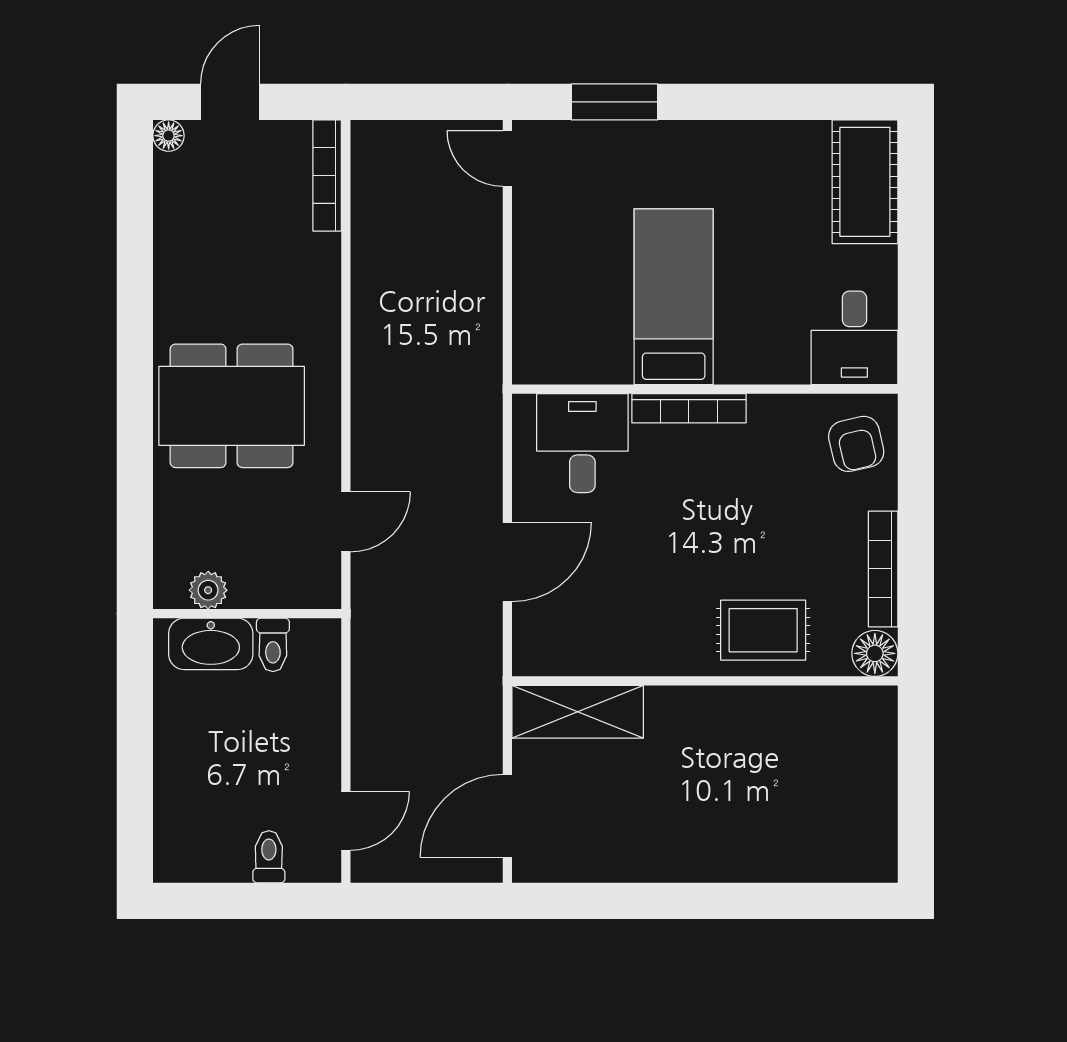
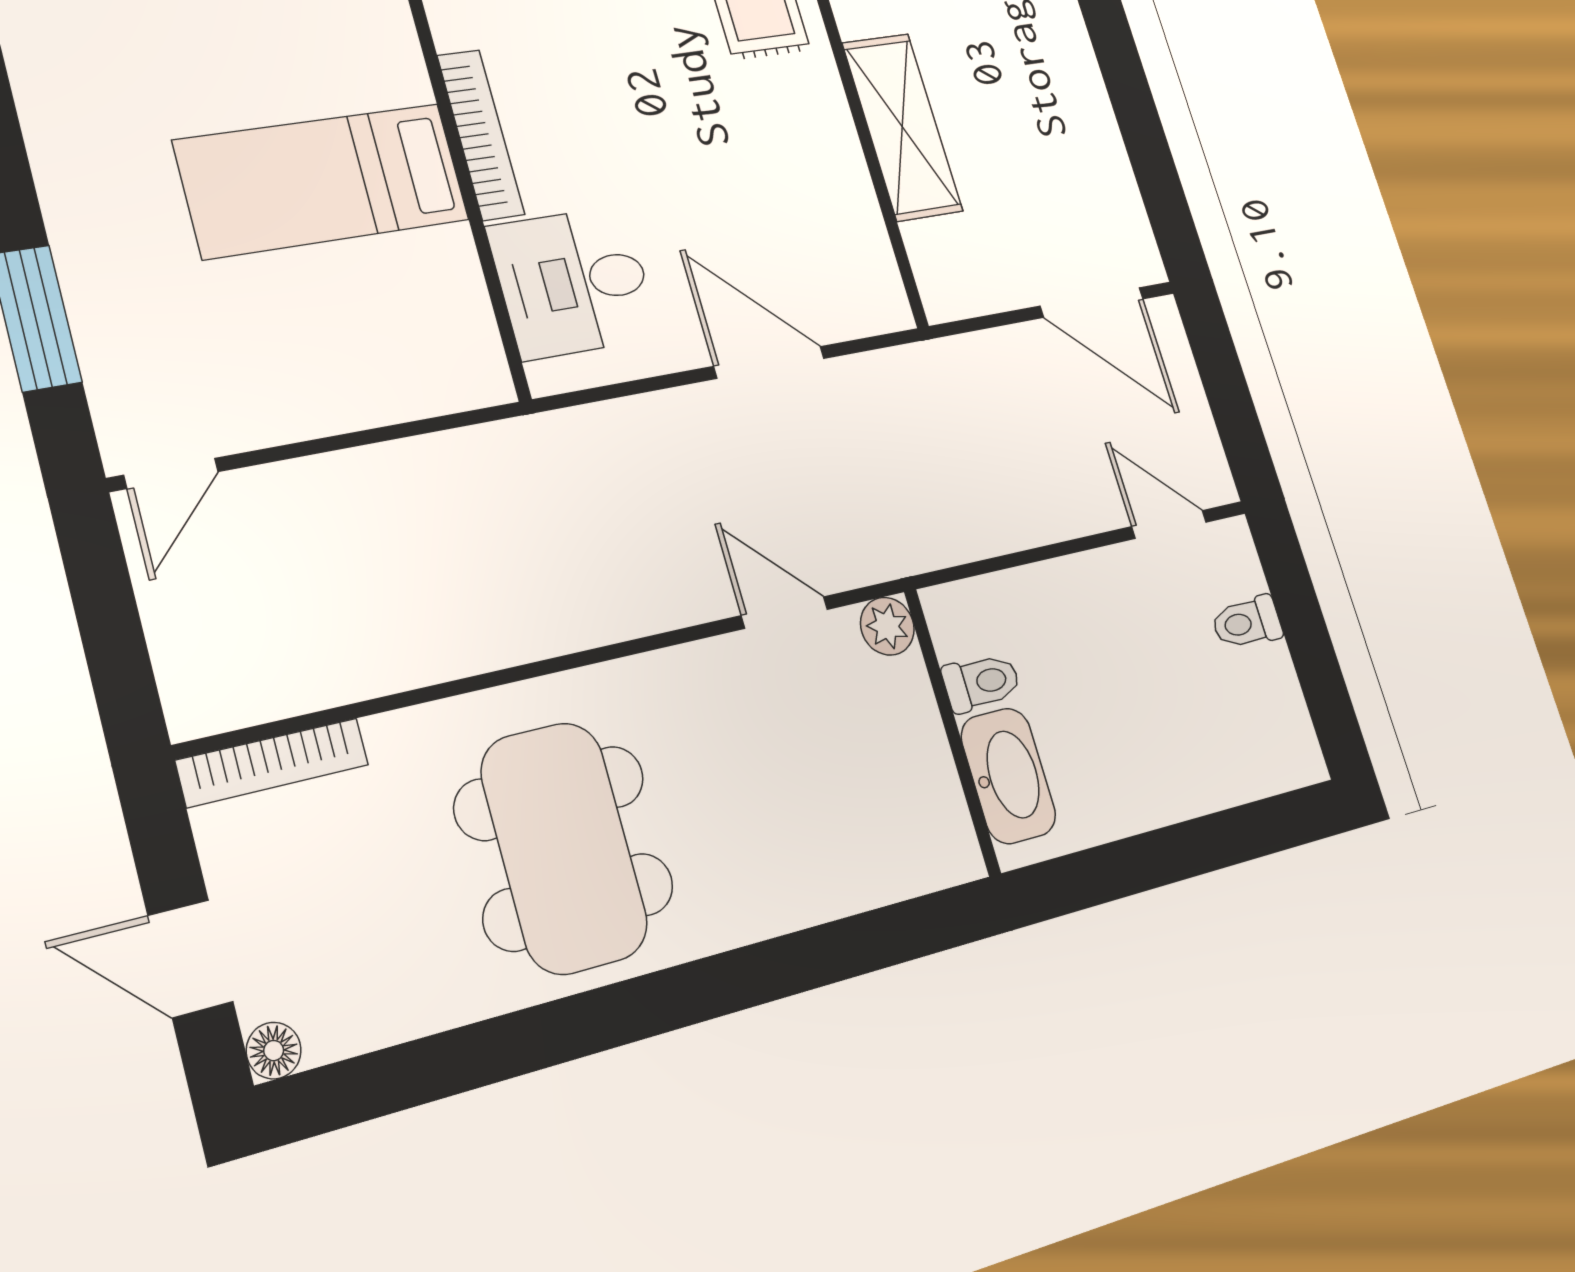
dining table: (232, 406) -> (564, 847), moved
plant: (208, 590) -> (887, 626), moved
shelving: (578, 712) -> (902, 127), moved

